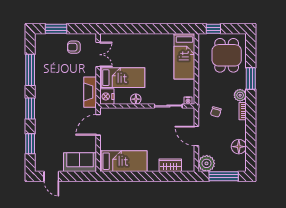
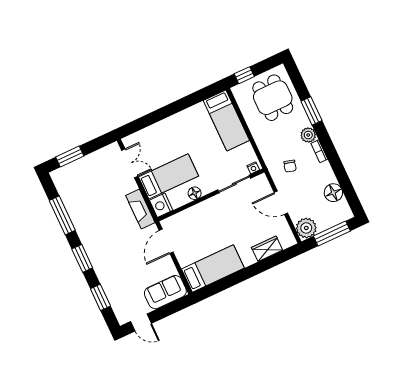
armchair: (74, 47) -> (99, 168), removed

